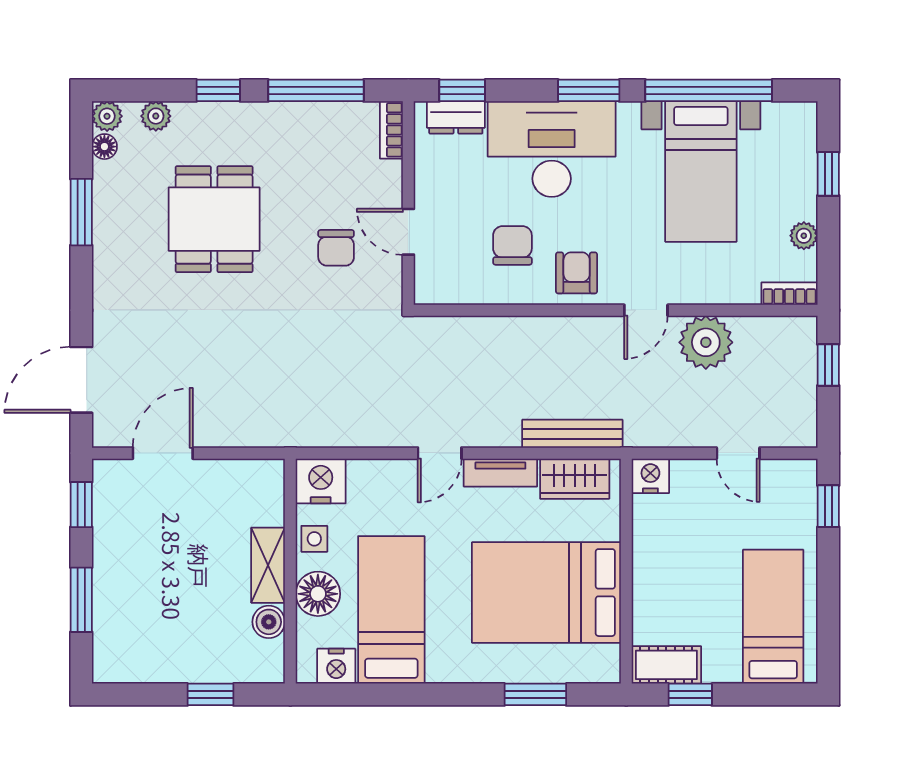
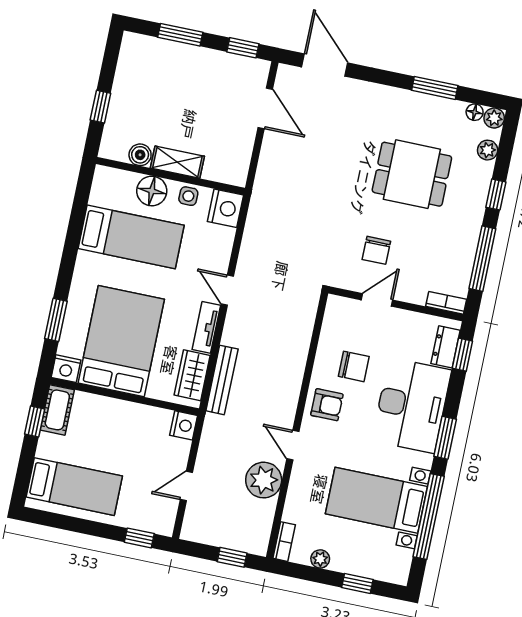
chair: (336, 248) -> (376, 250), turned -90
nightstand: (336, 666) -> (66, 369), moved, turned -90

